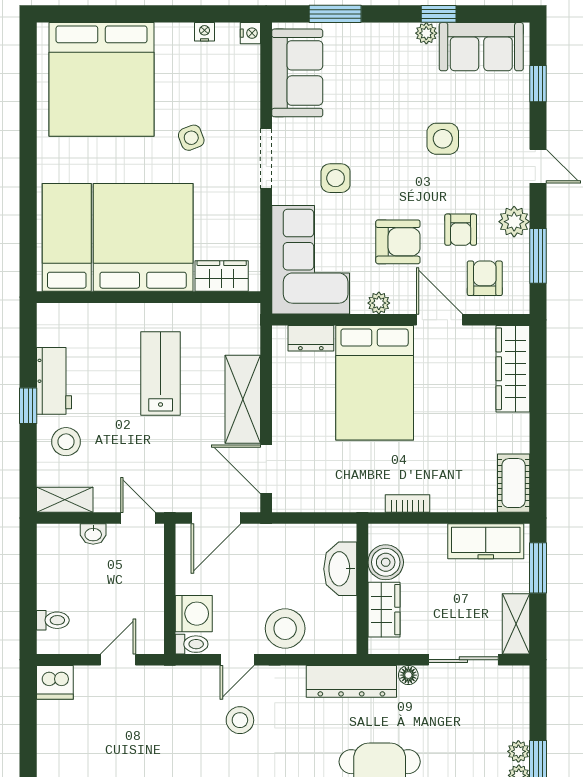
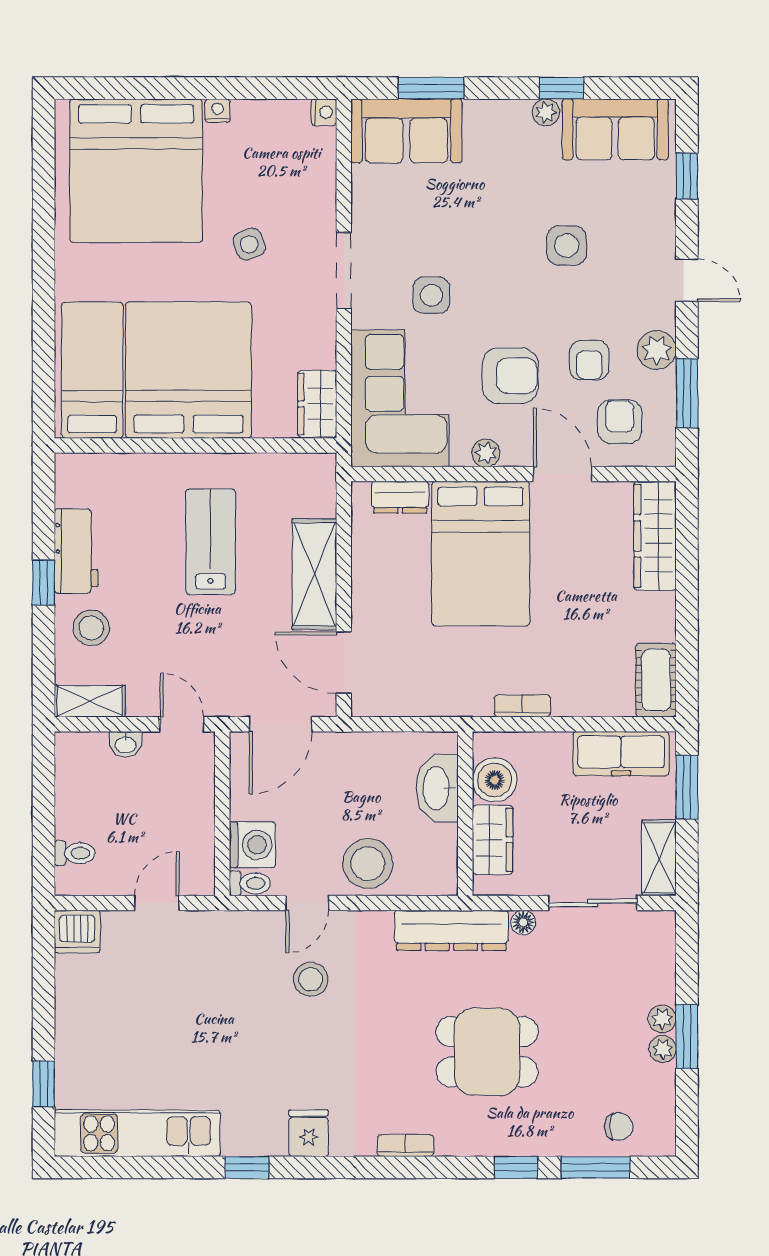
nightstand: (204, 32) -> (218, 111), moved
sofa: (297, 73) -> (406, 131), moved, turned 90
wardrobe: (222, 276) -> (317, 404), moved, turned -90

